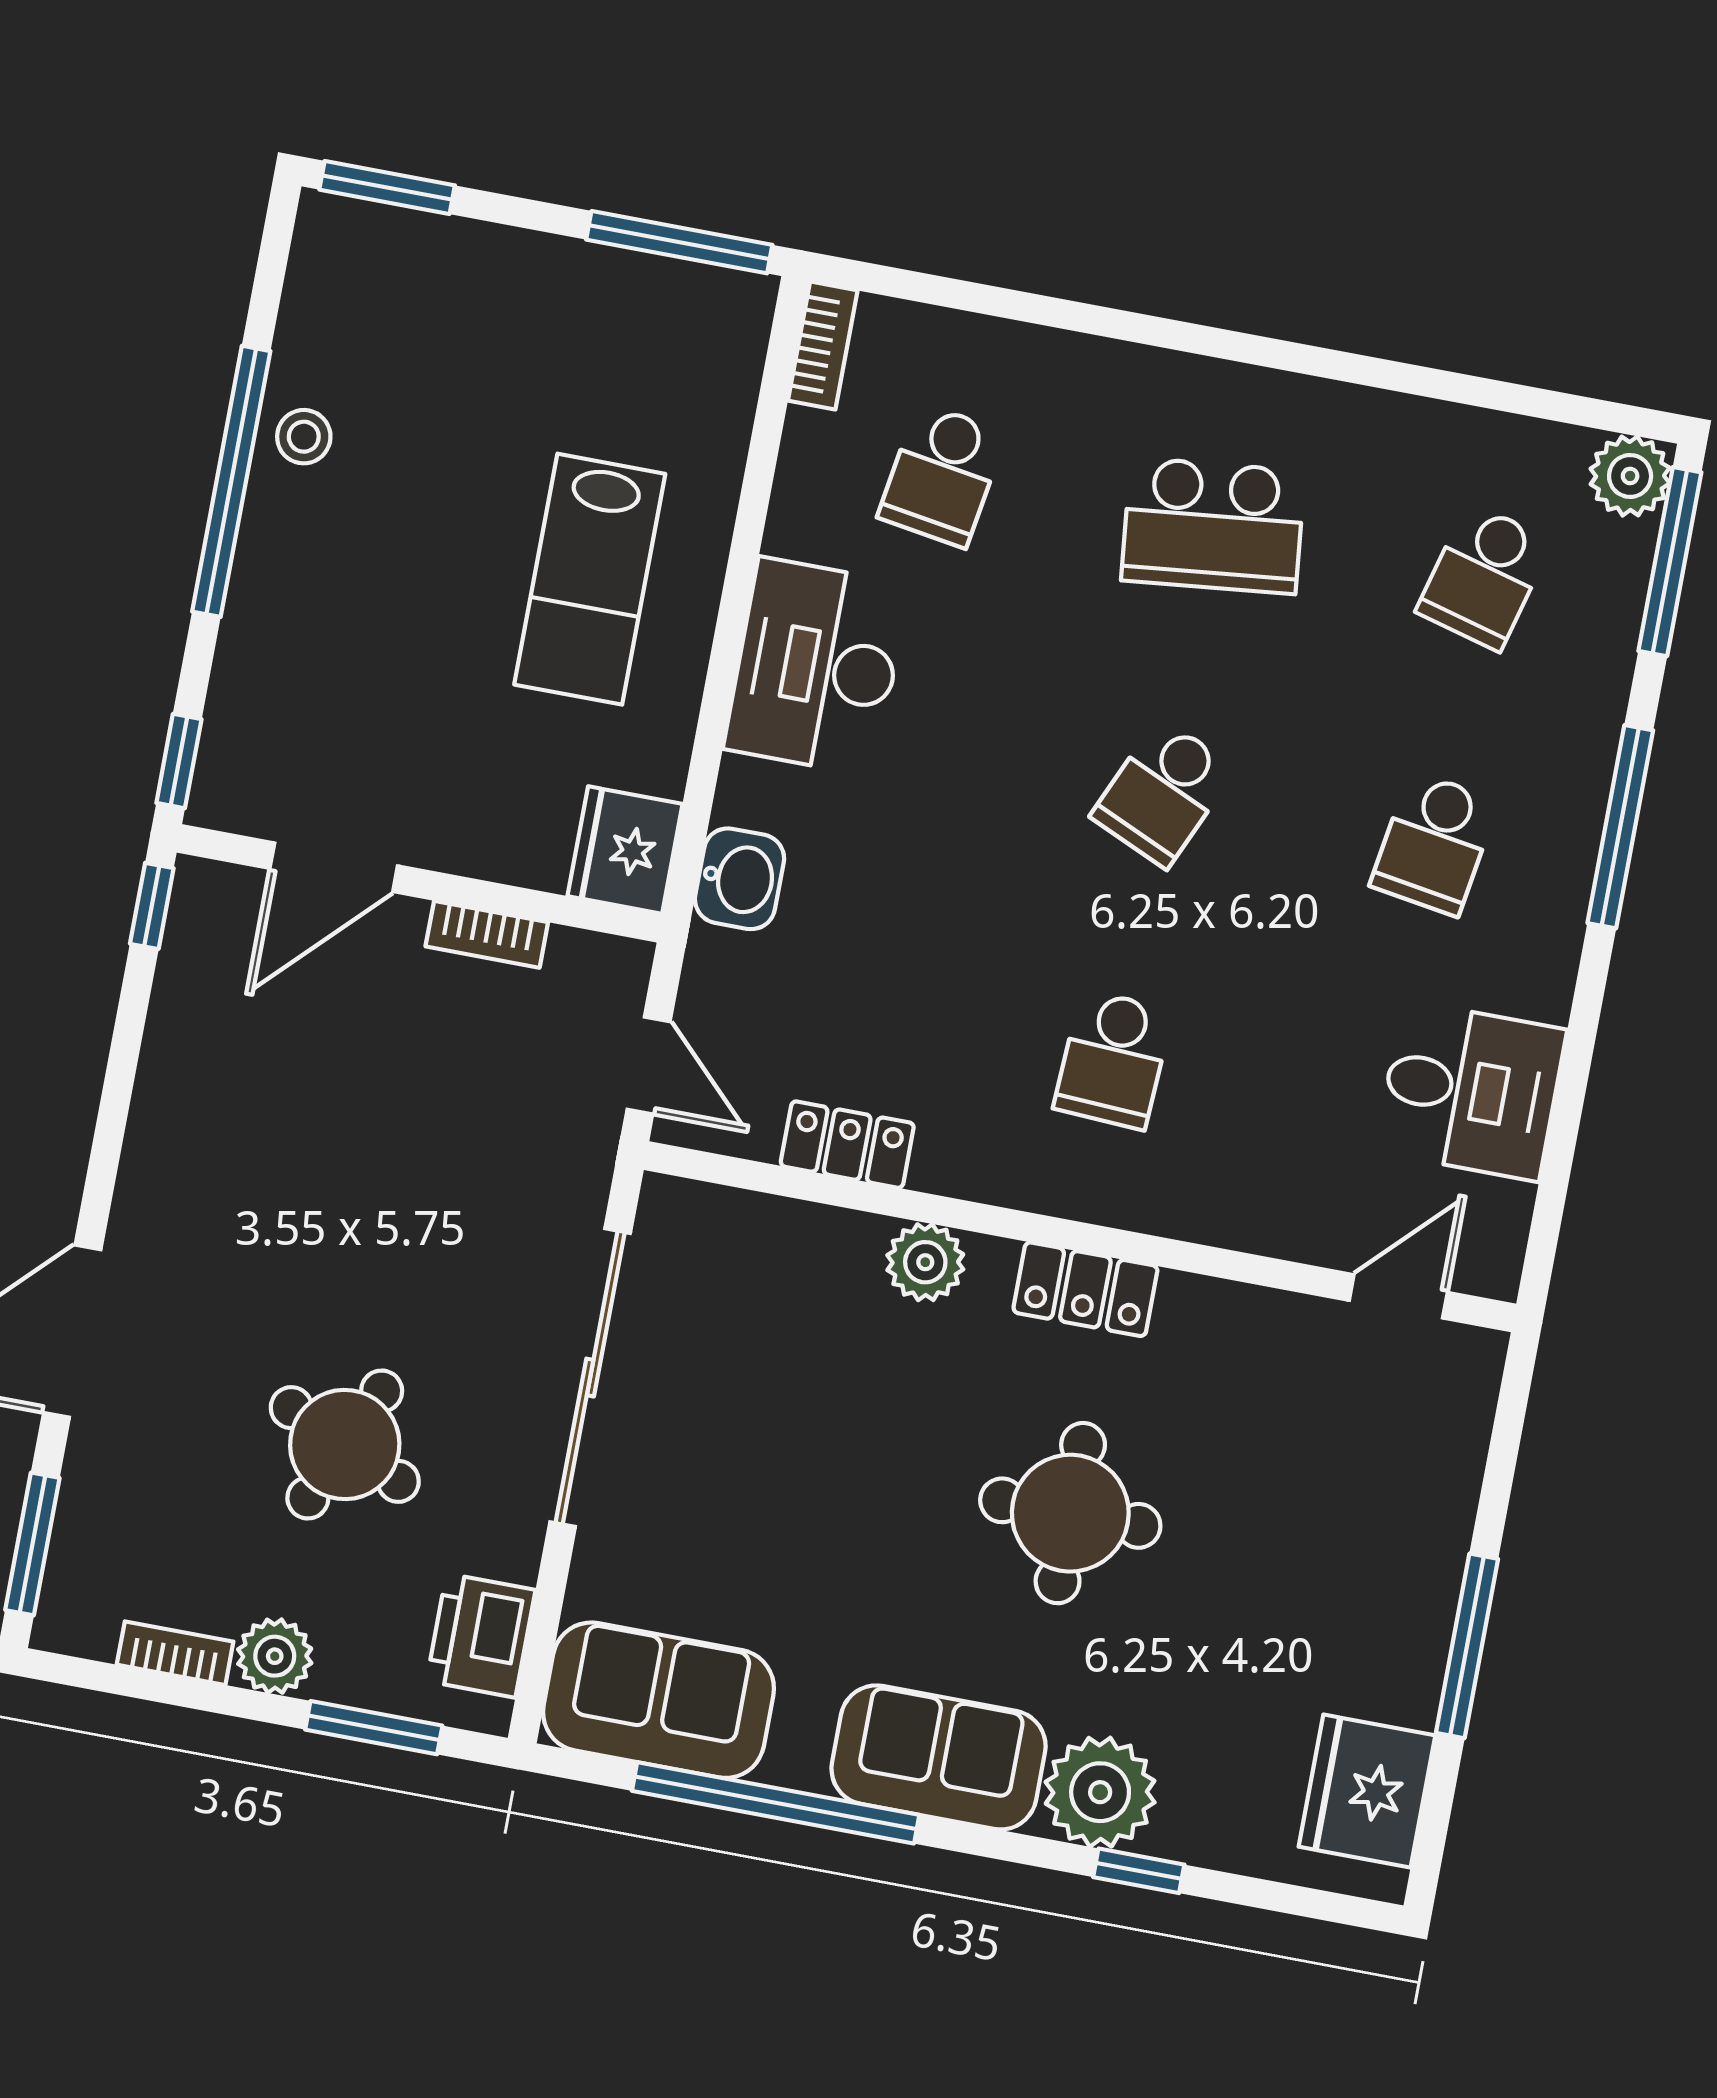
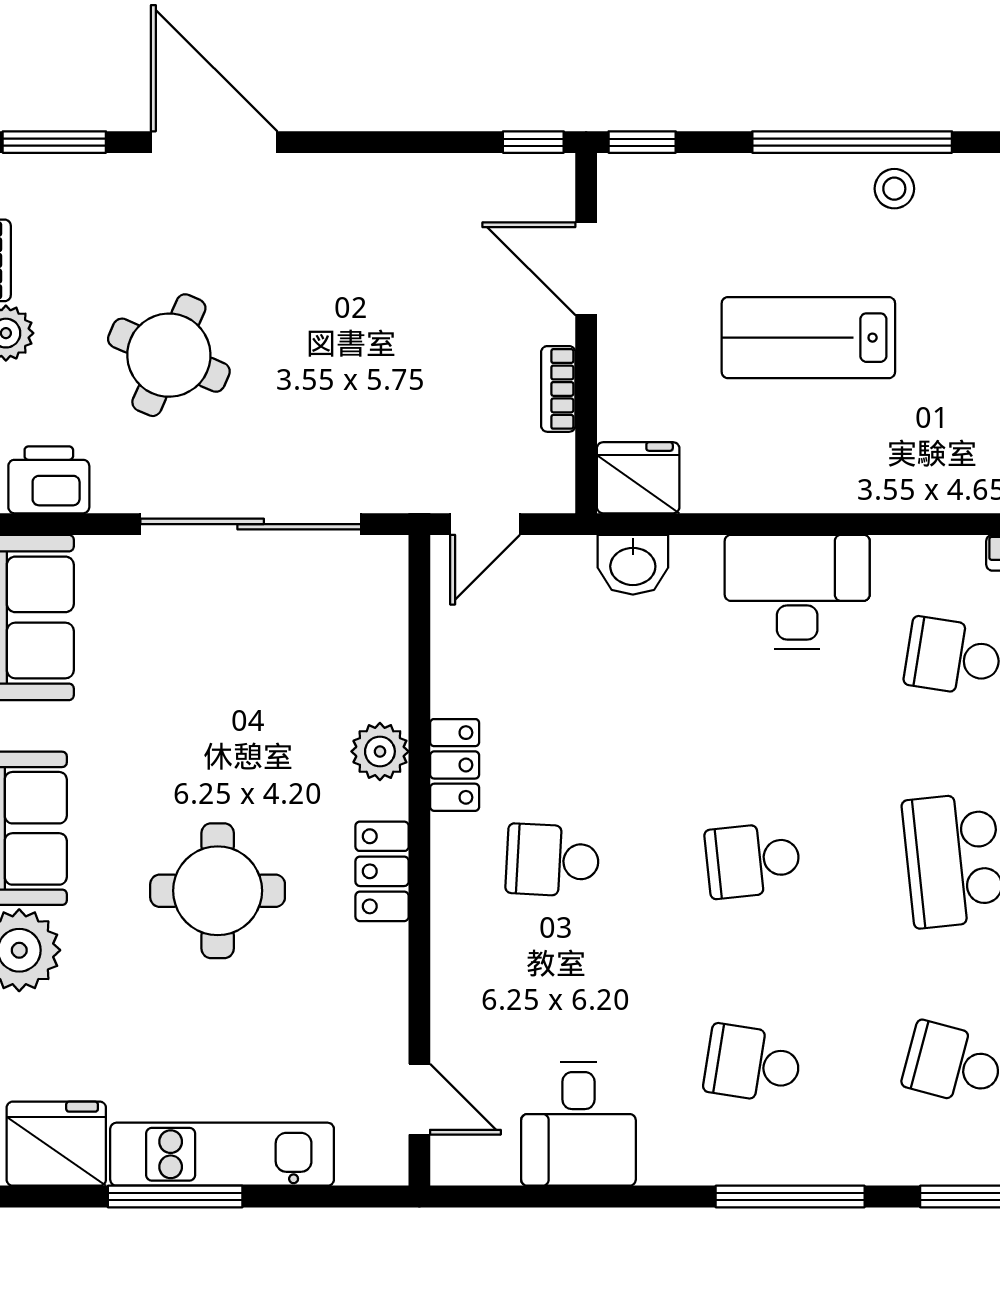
lab bench: (590, 579) -> (808, 338), moved
school desk: (1163, 793) -> (753, 860), turned -30
locker: (847, 1145) -> (455, 765), moved
kitchen unit: (1422, 1573) -> (222, 1154), added

